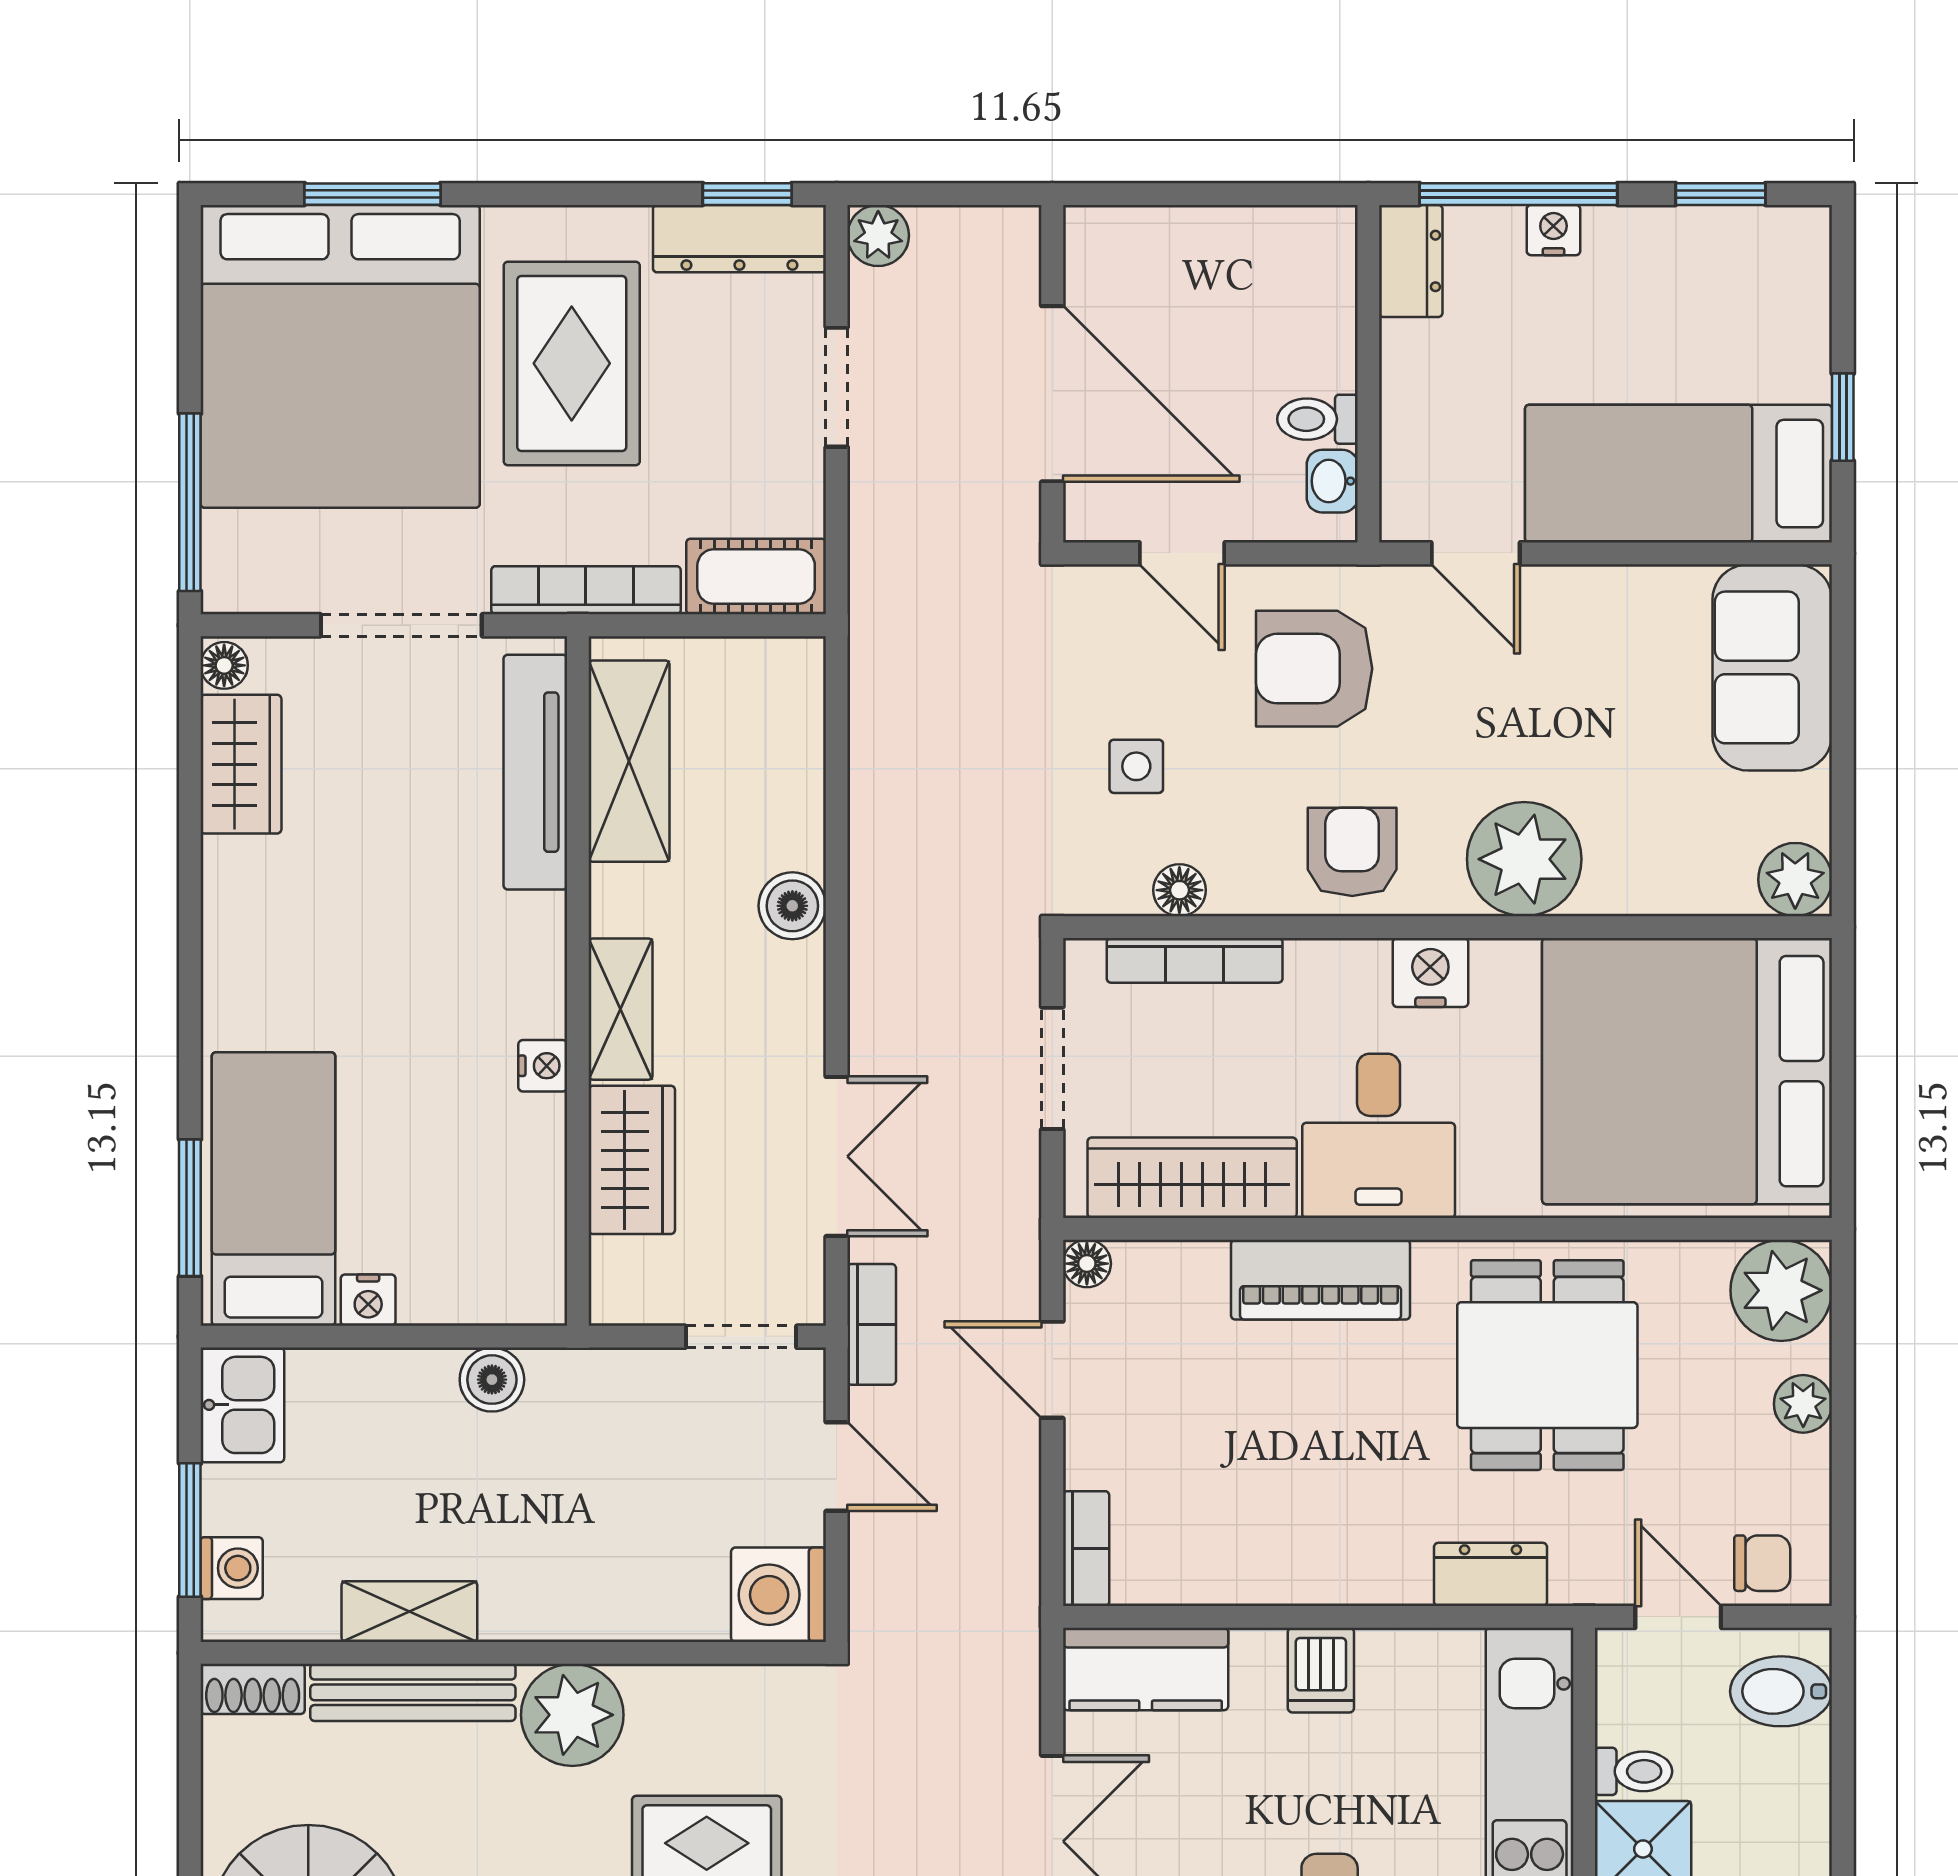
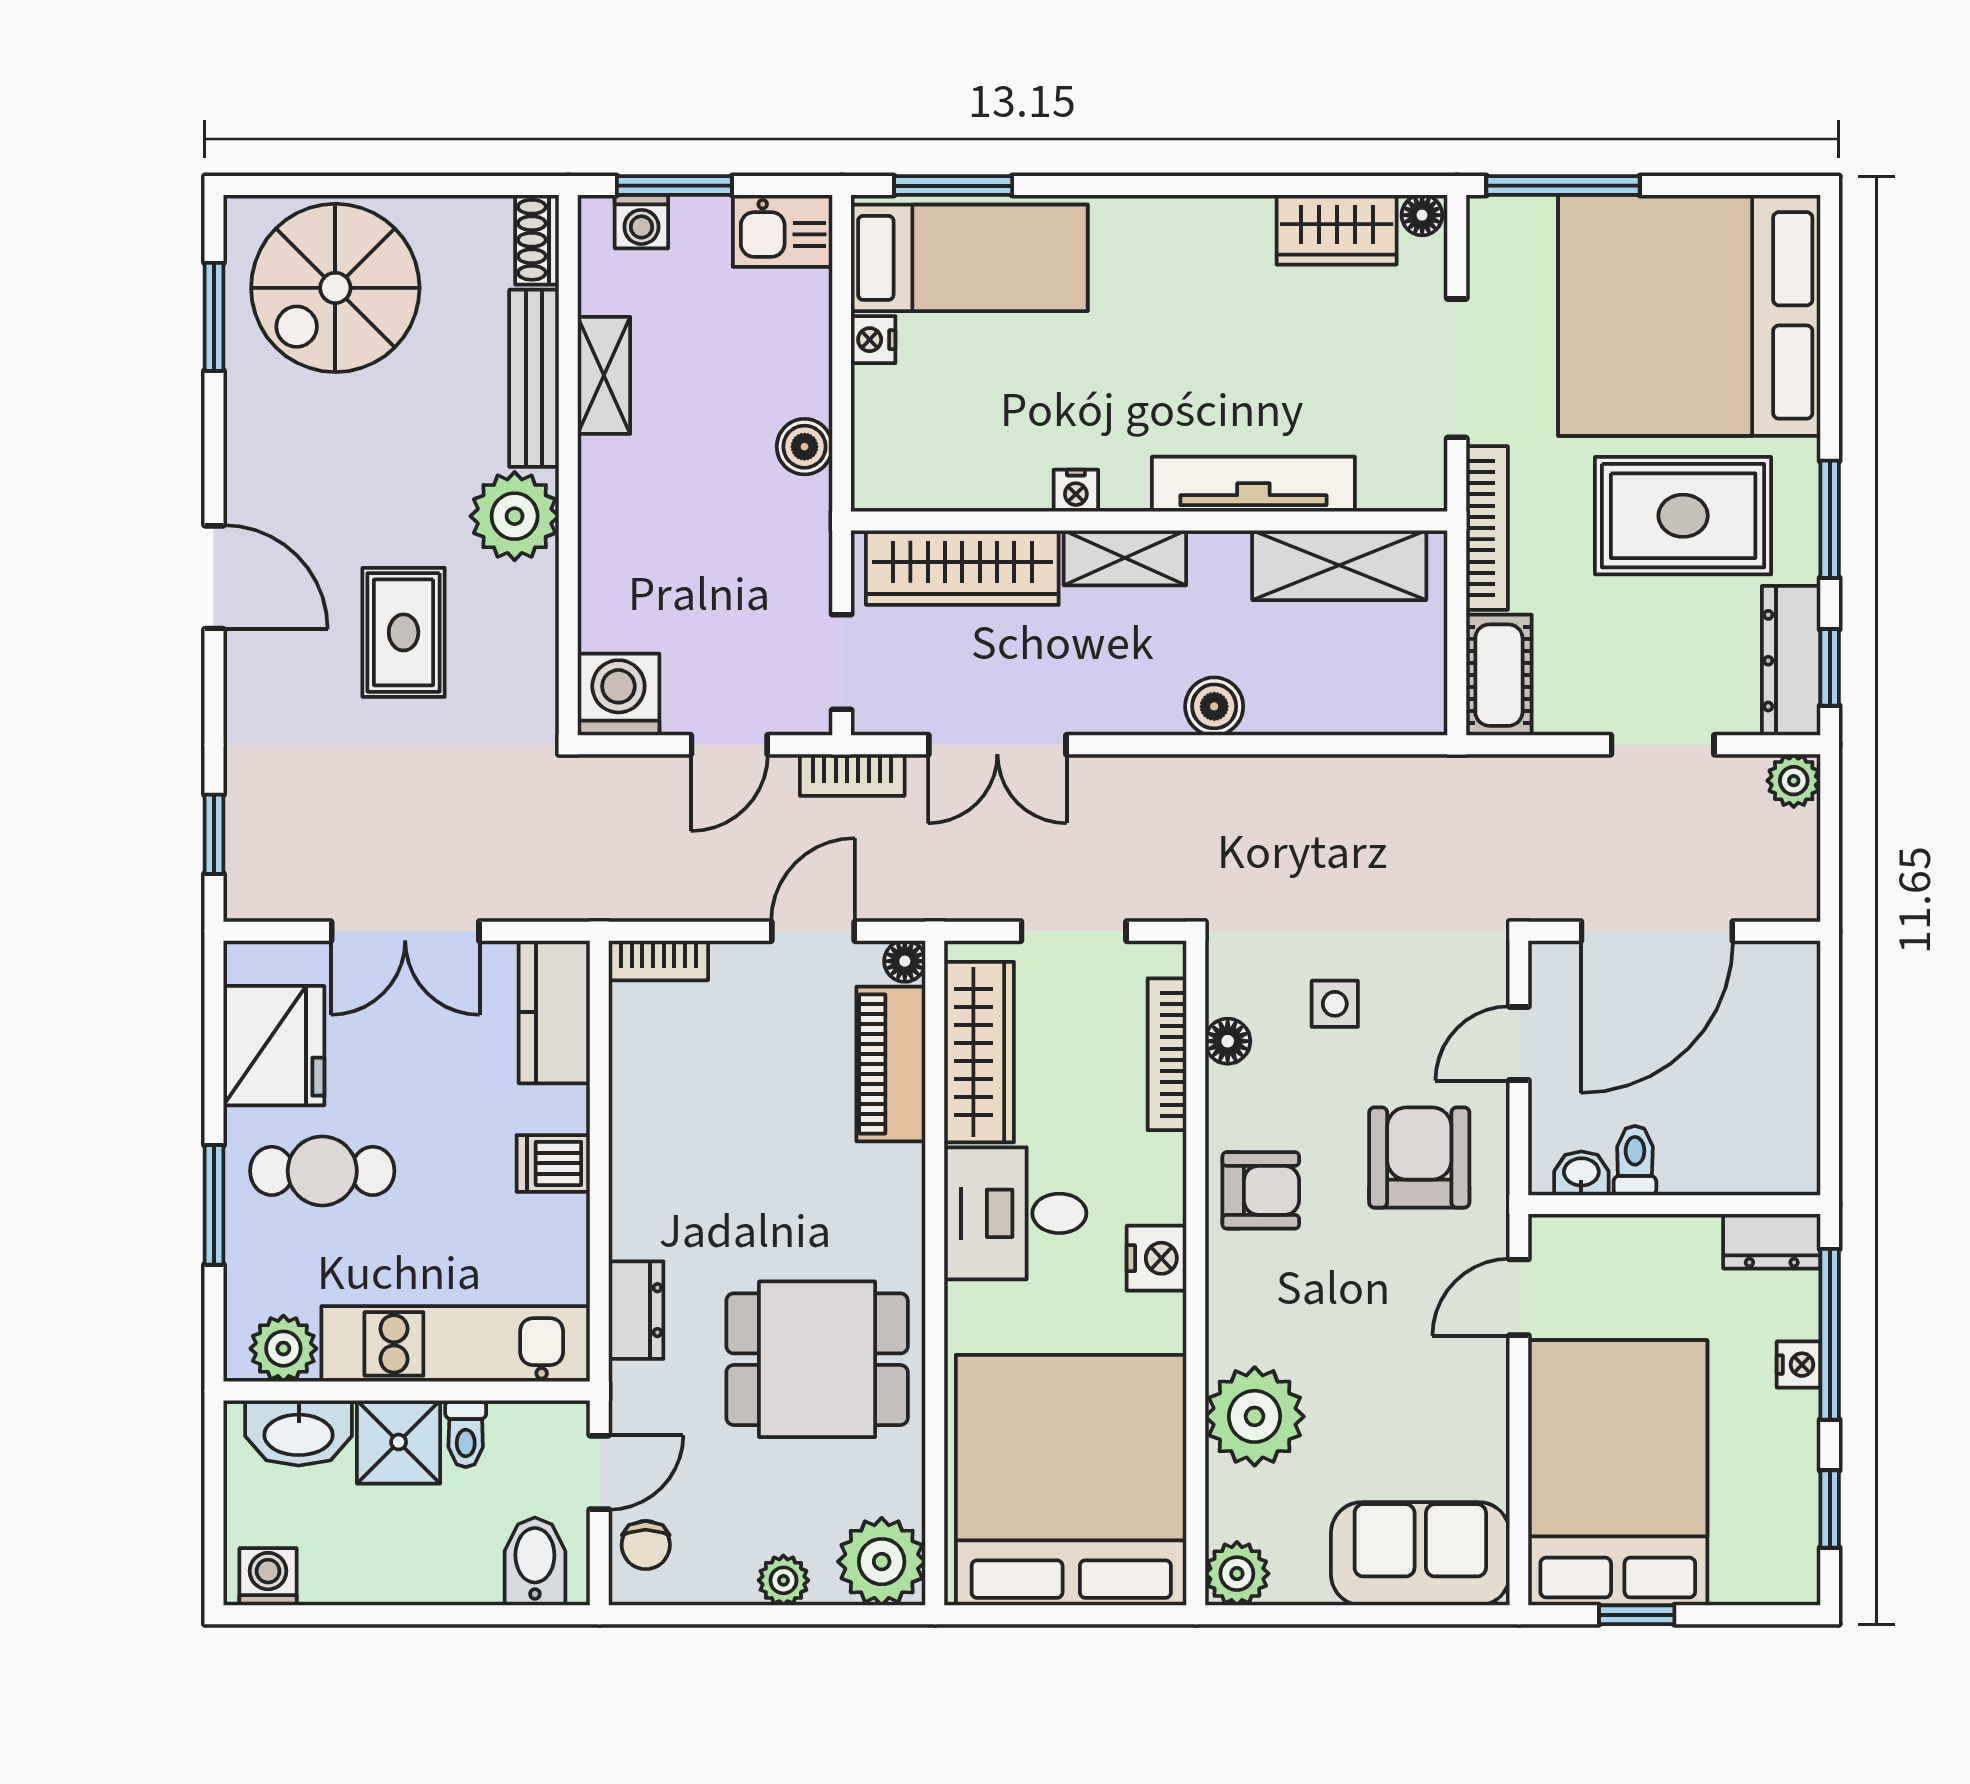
window: (373, 194) -> (1830, 519), moved
bed: (1679, 474) -> (1618, 1473), width x1.50
tv unit: (535, 772) -> (1253, 484), moved
plant: (1524, 859) -> (1255, 1416), moved
wardrobe: (632, 1160) -> (962, 568), width x1.50
piano: (1321, 1280) -> (891, 1064), moved

